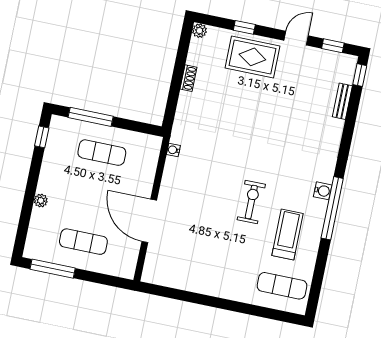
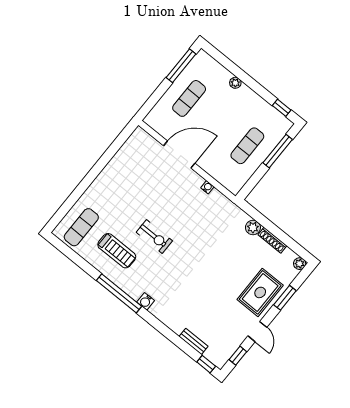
window: (244, 27) -> (285, 298), width x1.50
shoe rack: (188, 78) -> (272, 240), width x1.43
plant: (187, 101) -> (253, 228), added
water cooler: (173, 150) -> (207, 187), moved
water cooler: (323, 191) -> (146, 301), moved

